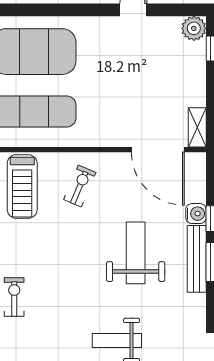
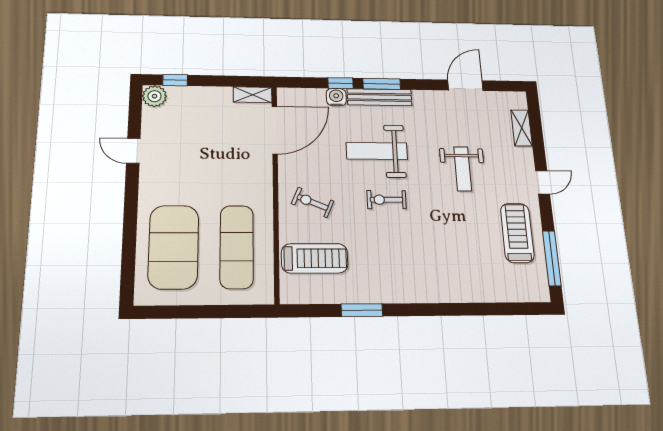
exercise bike: (14, 297) -> (387, 200), moved

